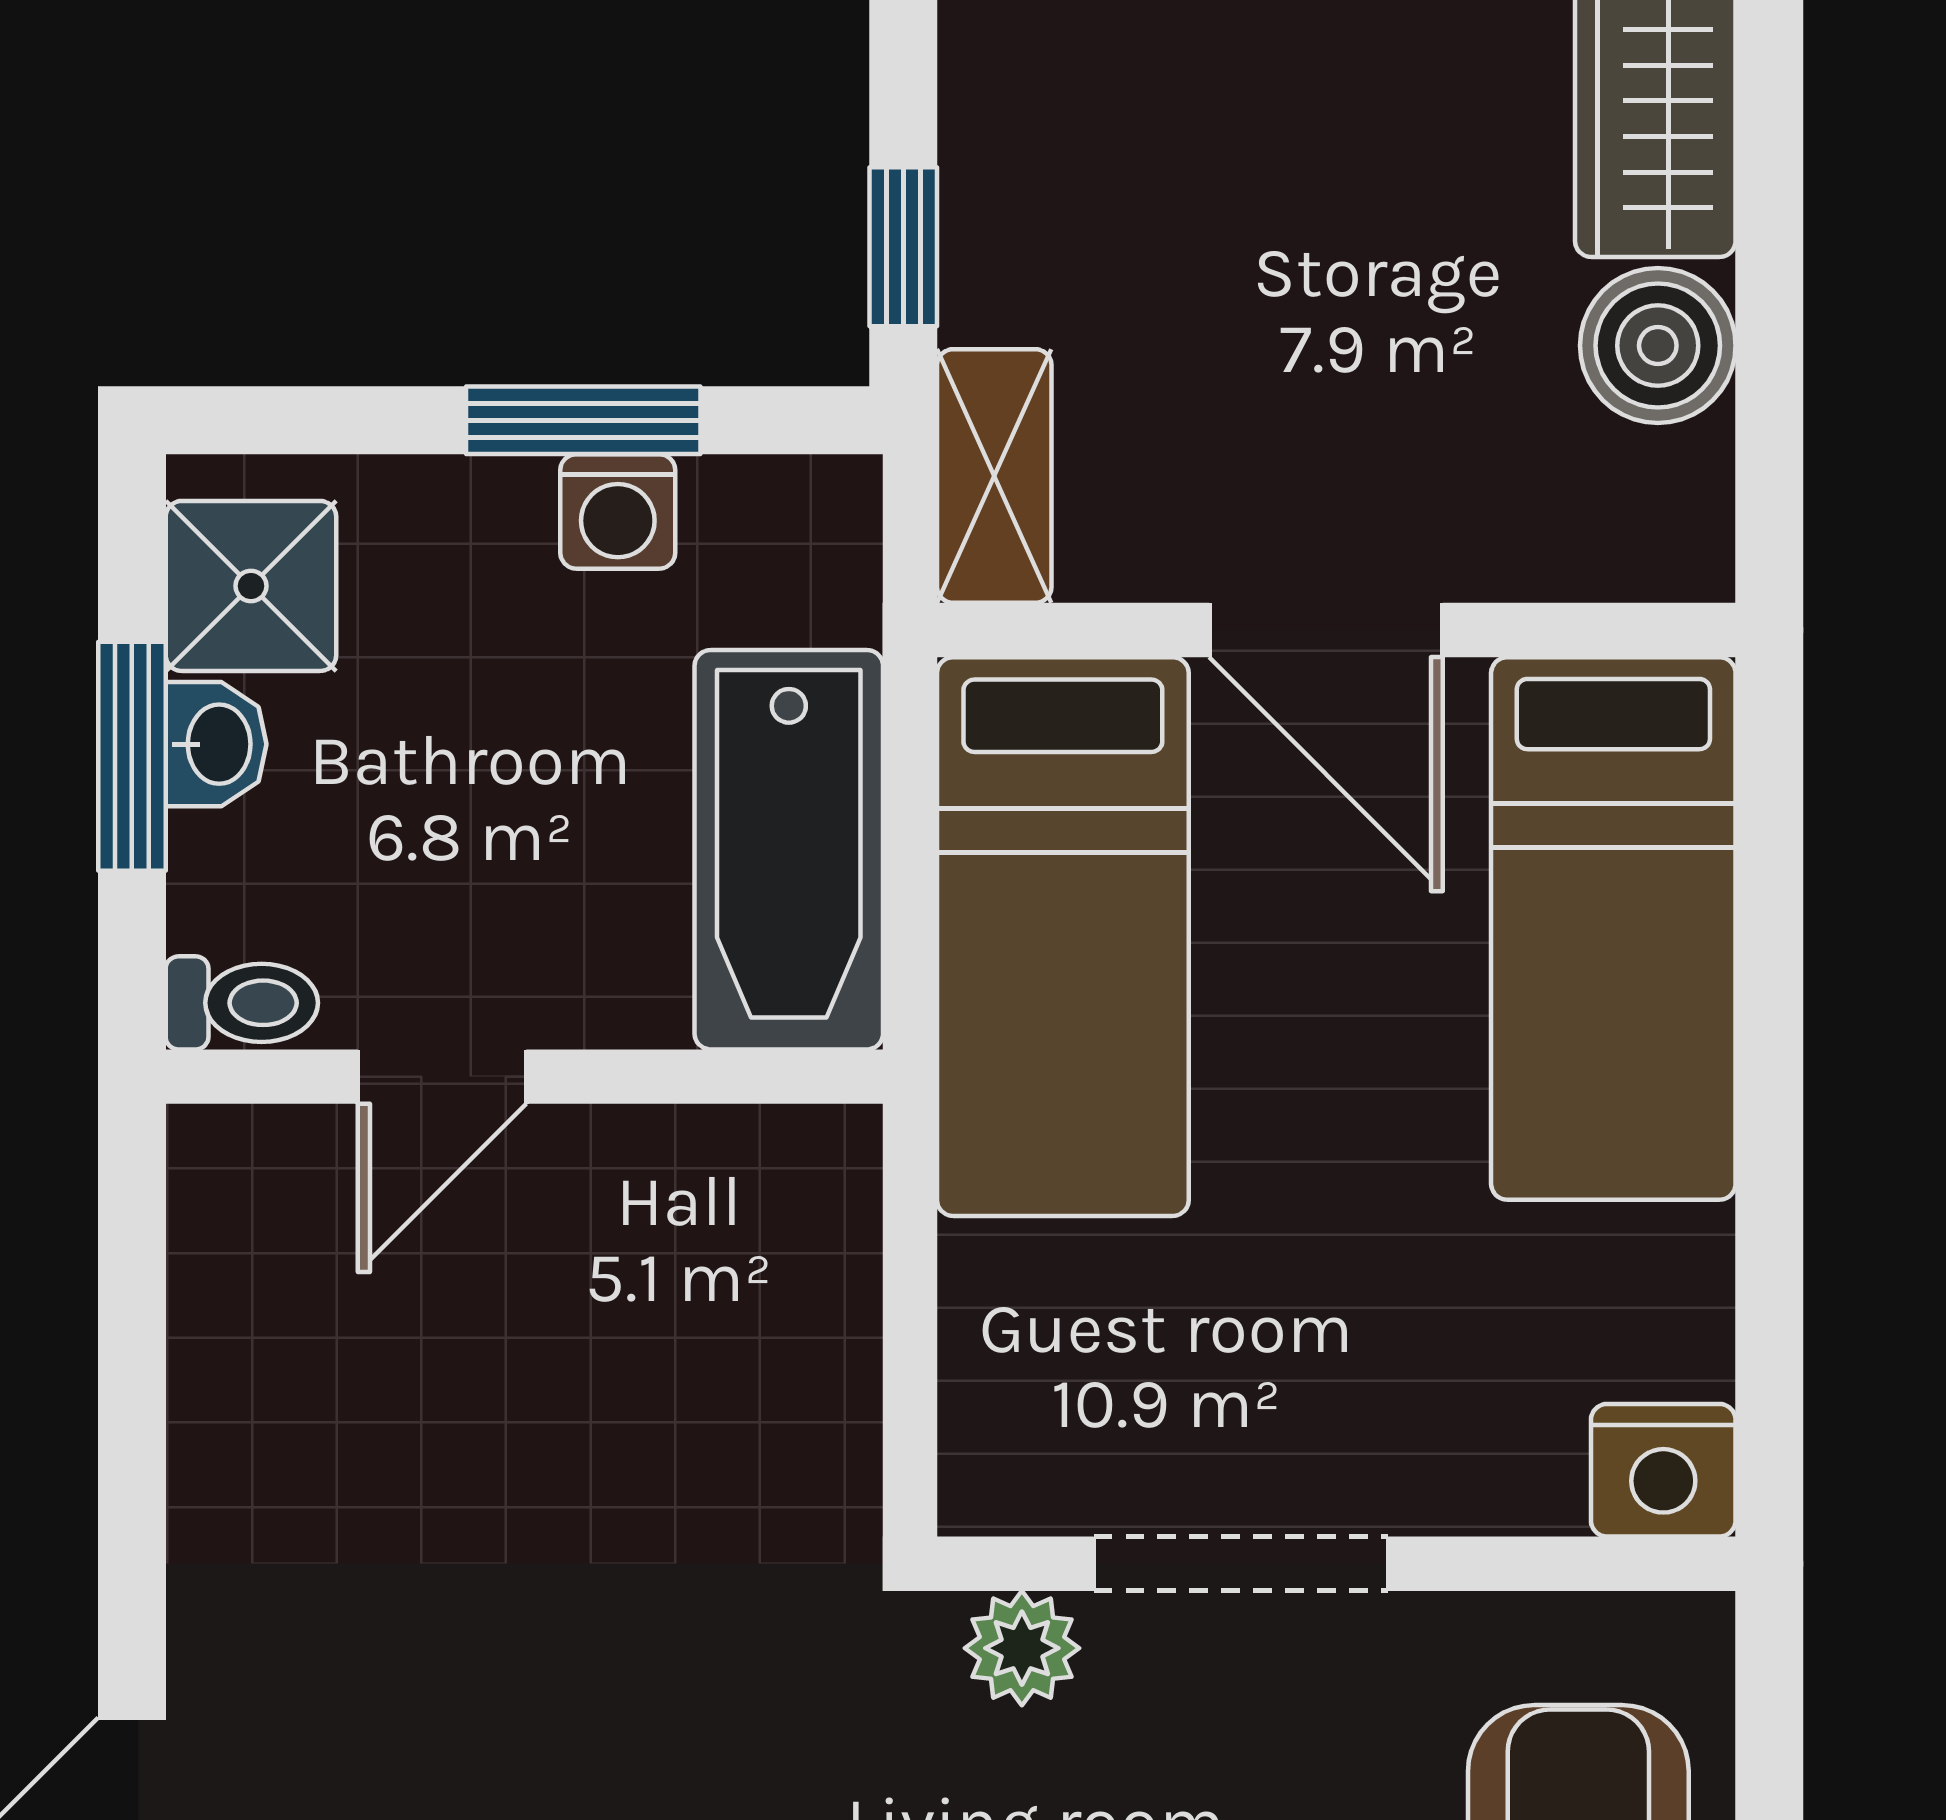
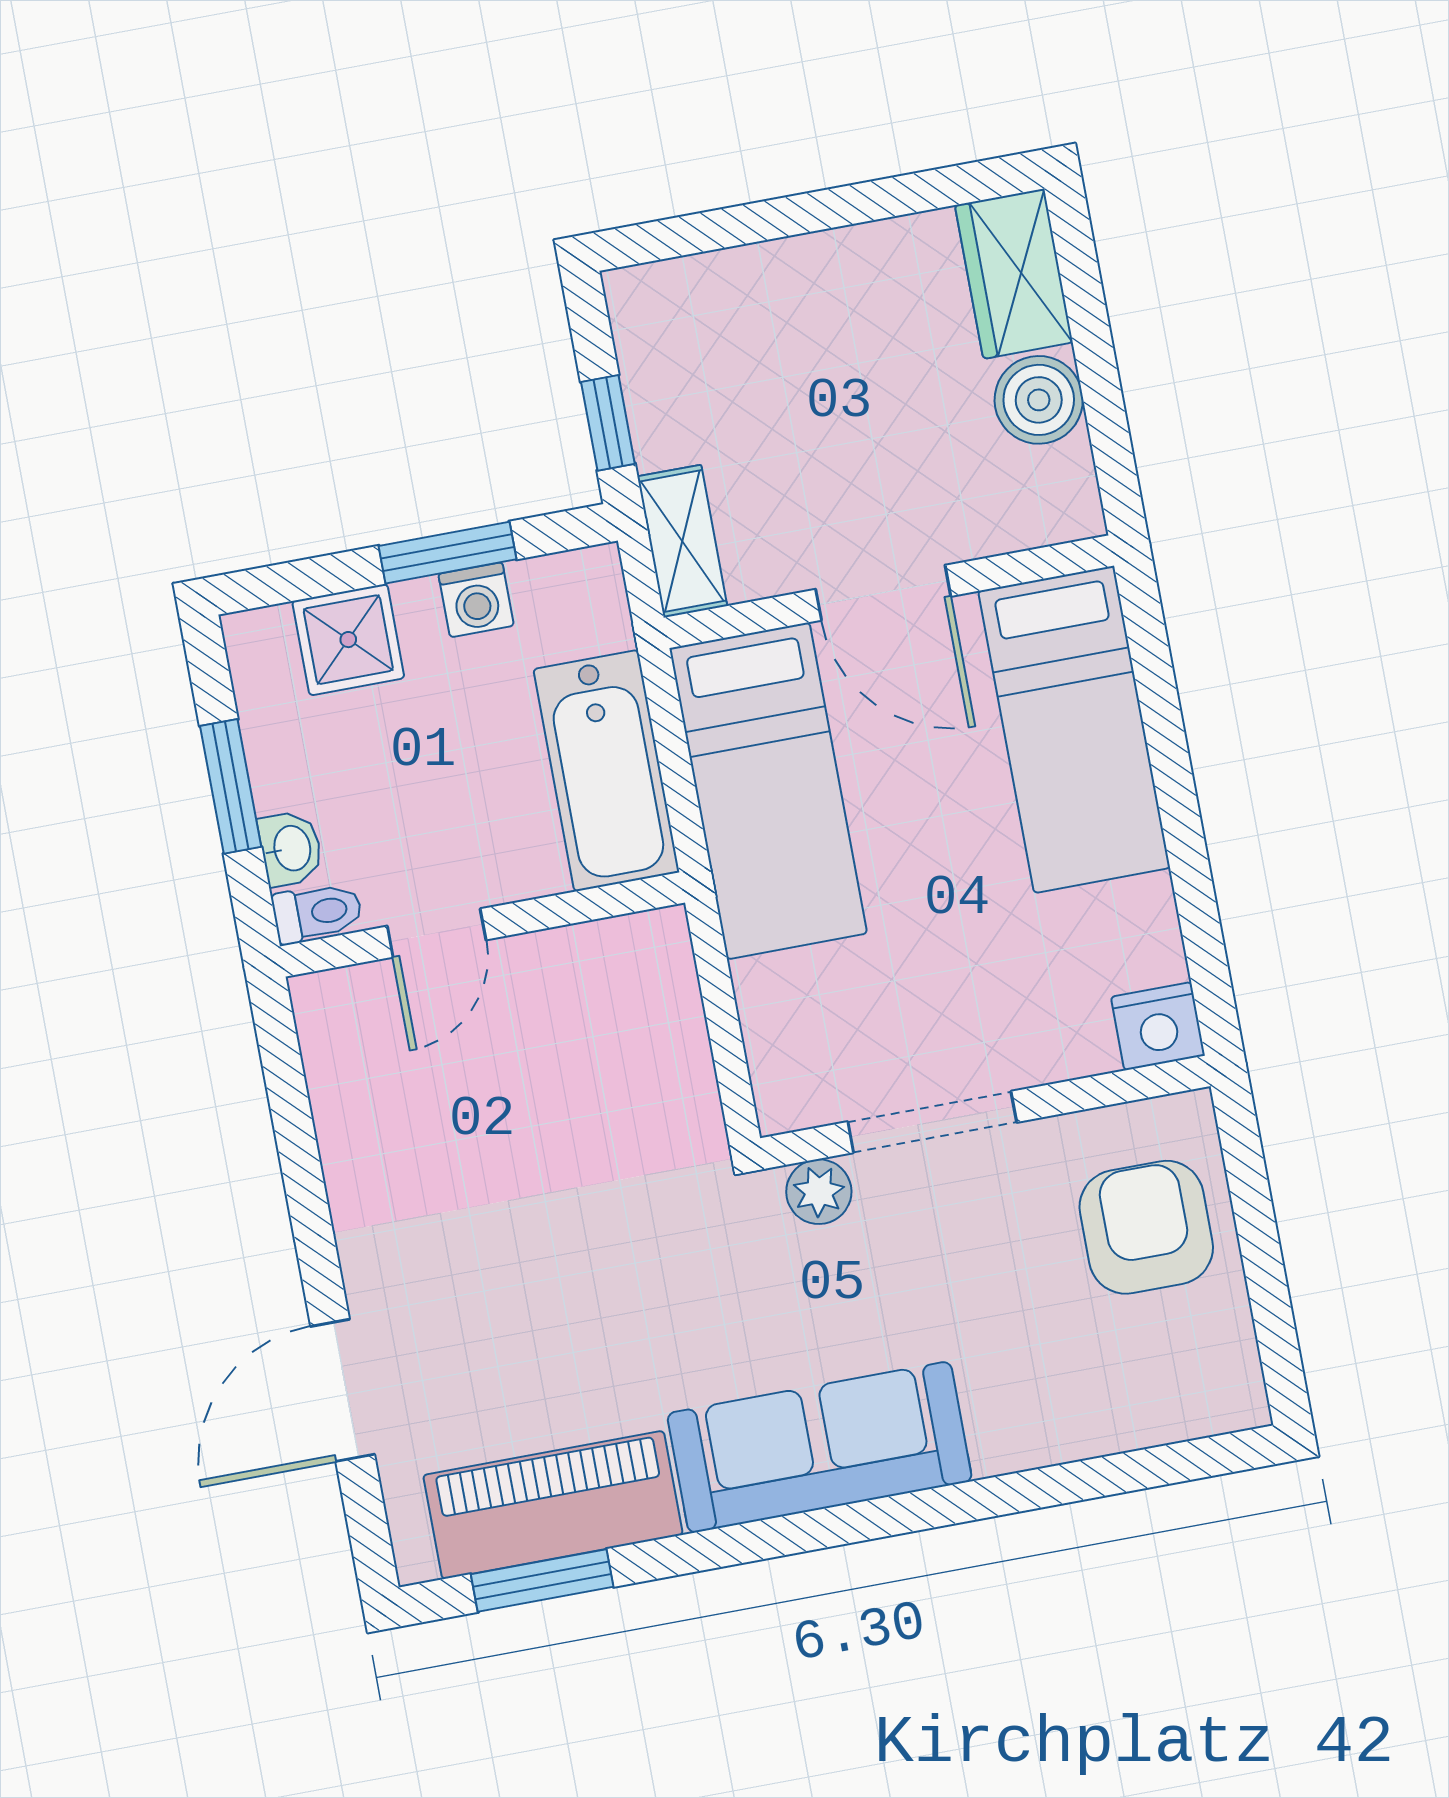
shower: (251, 586) -> (348, 640), moved
washbasin: (216, 744) -> (291, 848), moved

